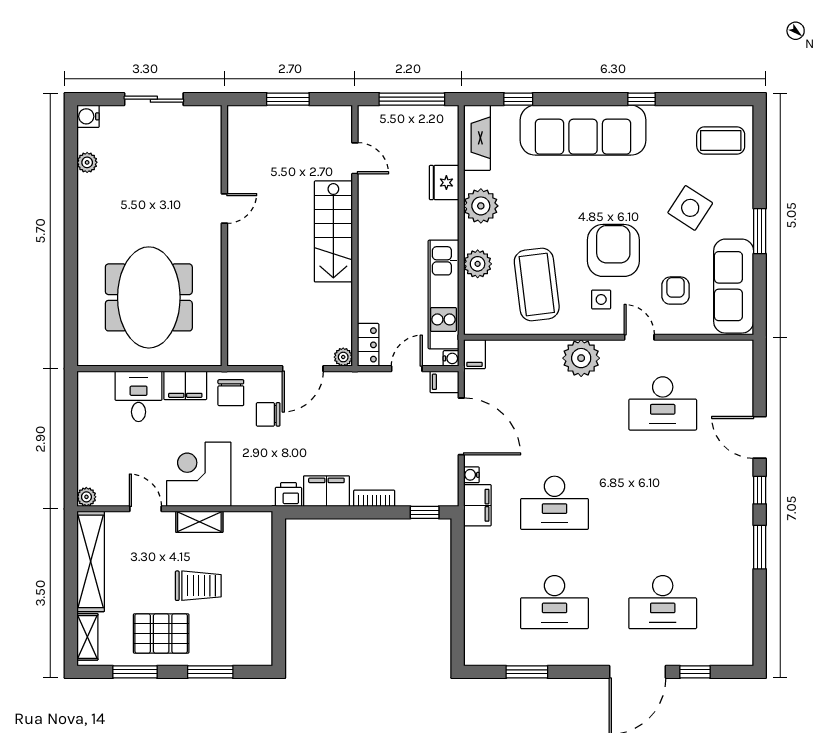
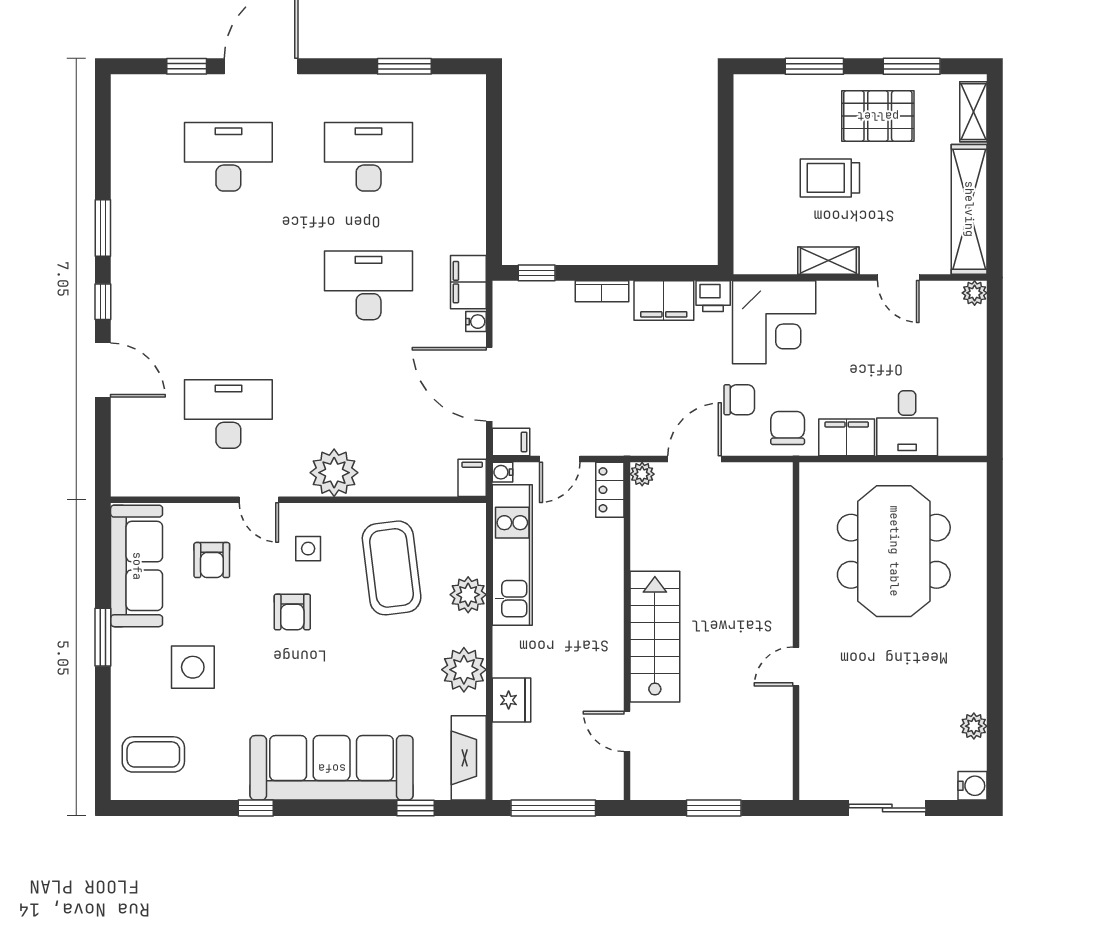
side table: (690, 208) -> (193, 667), turned -33
armchair: (613, 250) -> (292, 612), width x0.53, depth x0.53
corner desk: (199, 474) -> (774, 322), moved

